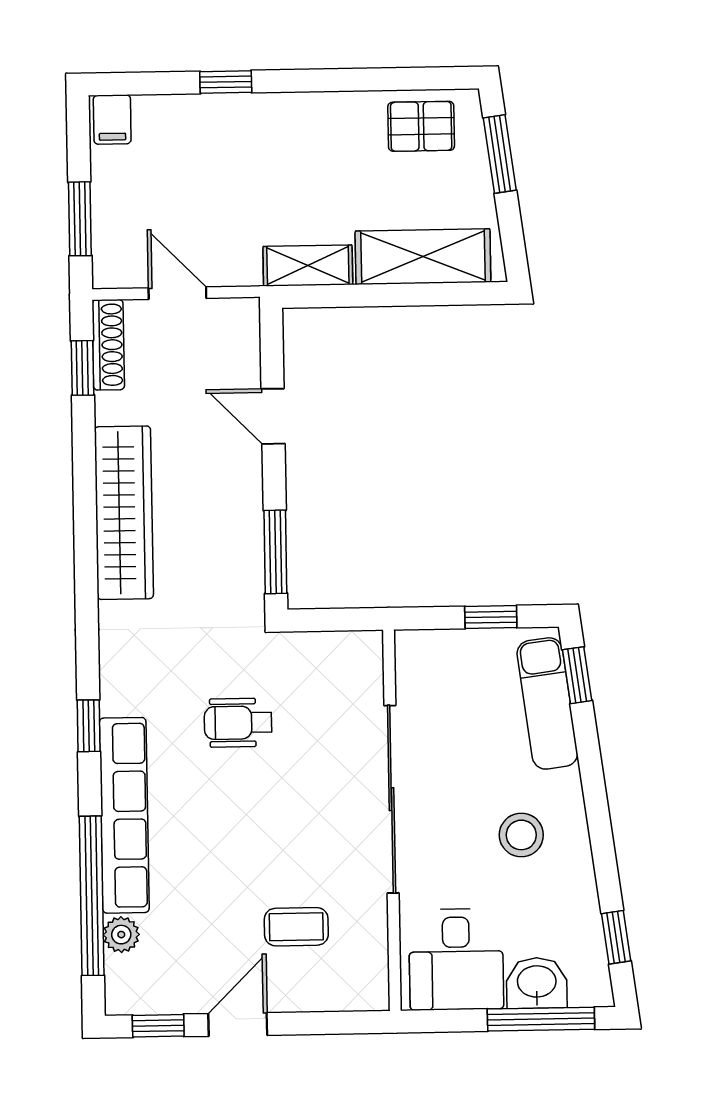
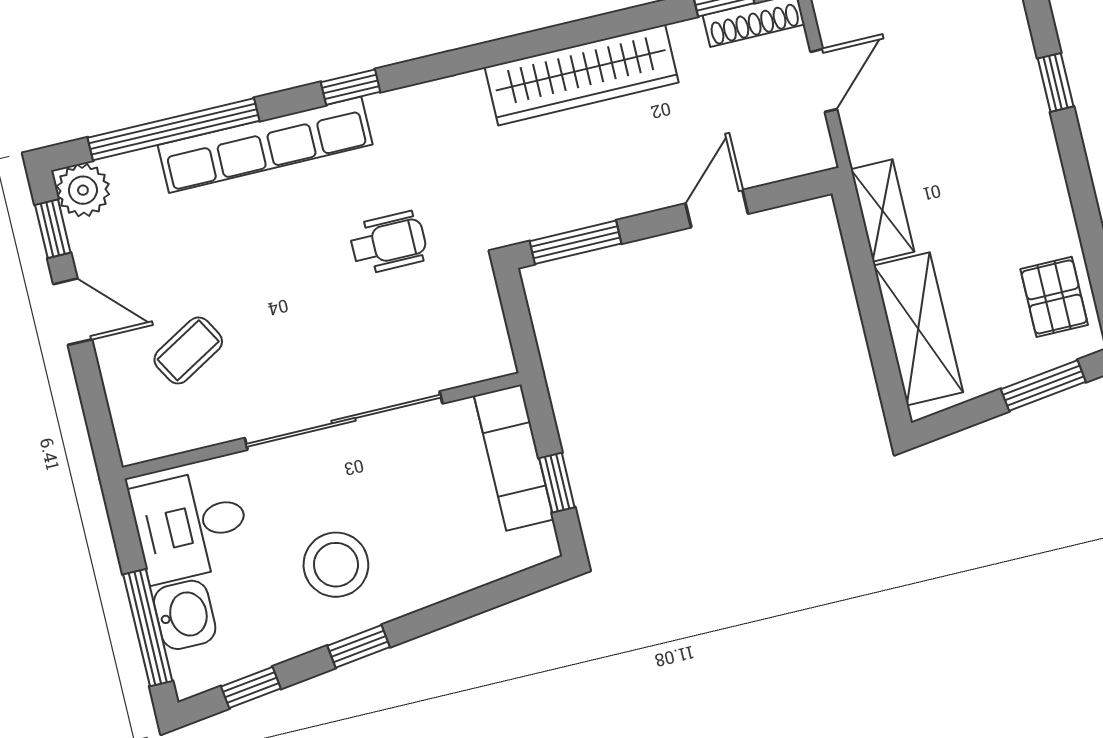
window: (577, 675) -> (359, 646), moved
exam couch: (547, 703) -> (514, 457), moved, turned -83
wheelchair: (238, 723) -> (388, 243), turned 90
stool: (521, 835) -> (336, 565), width x1.38, depth x1.38
coffee table: (296, 927) -> (188, 350), turned 60
plant: (121, 935) -> (83, 190), moved, width x1.38, depth x1.38

